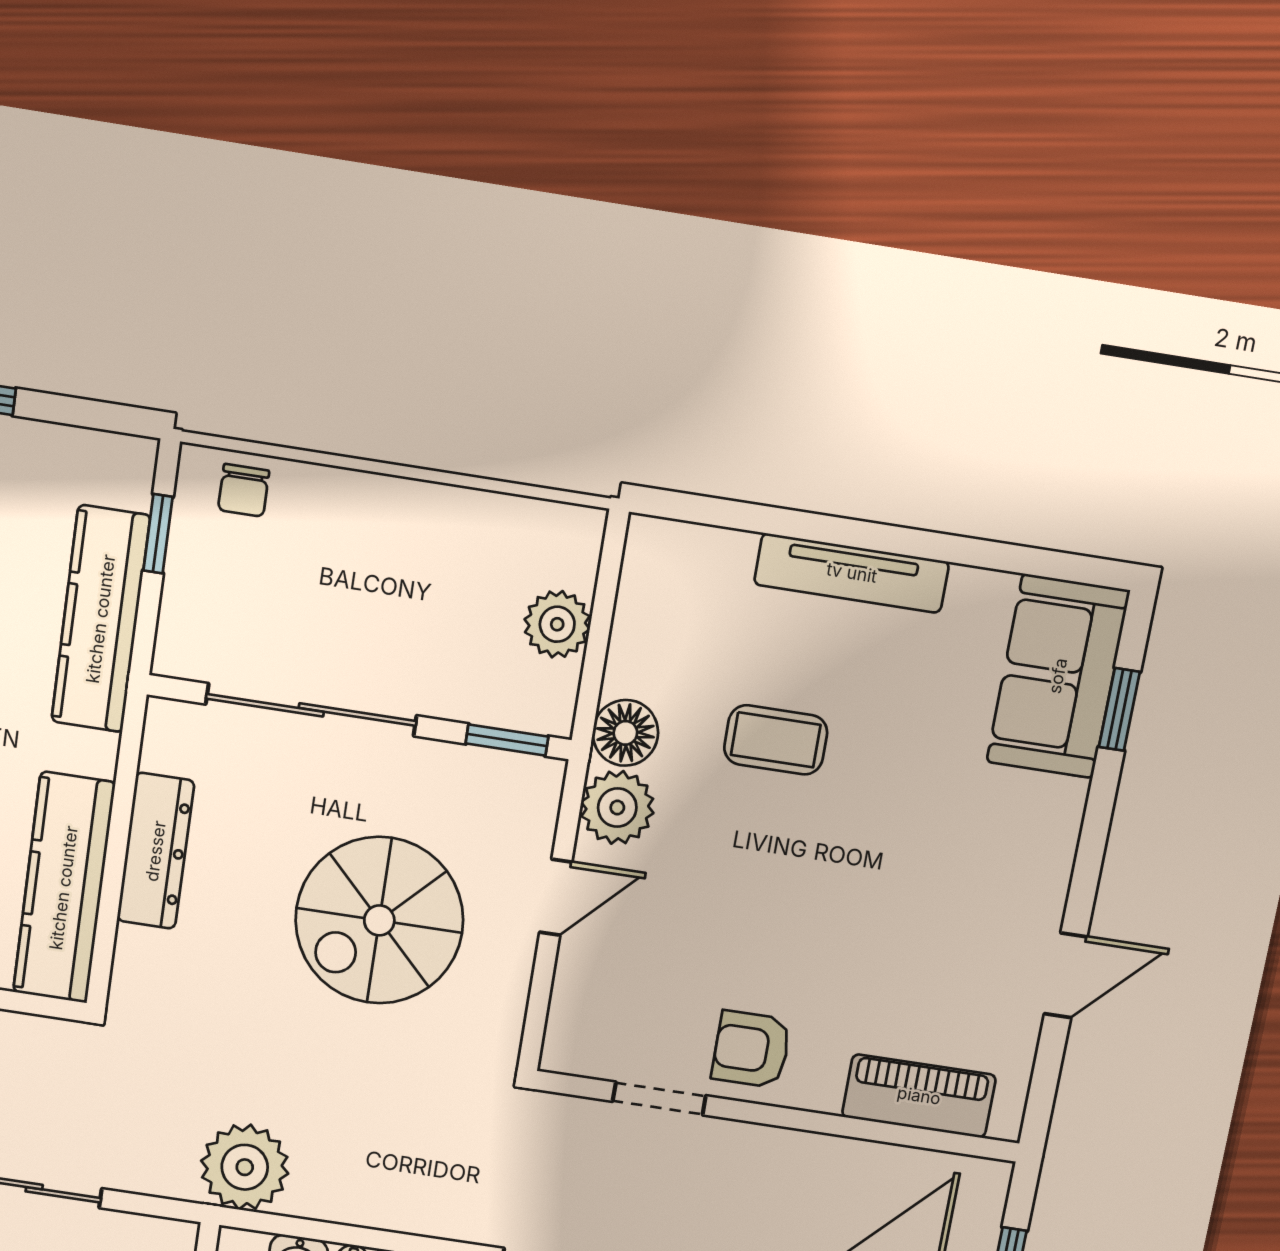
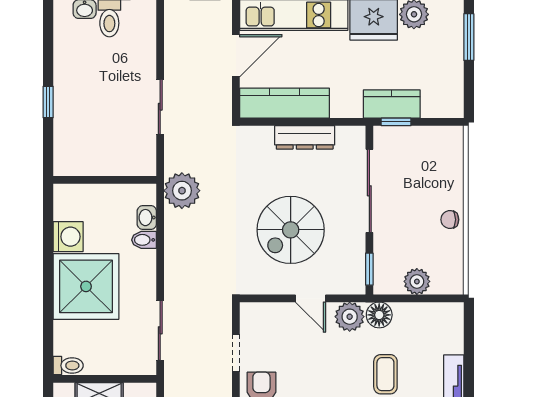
chair: (244, 490) -> (450, 220), moved
window: (158, 534) -> (396, 122), moved
kitchen counter: (101, 619) -> (392, 104), width x0.67
spiral stairs: (379, 920) -> (291, 230), turned -90

